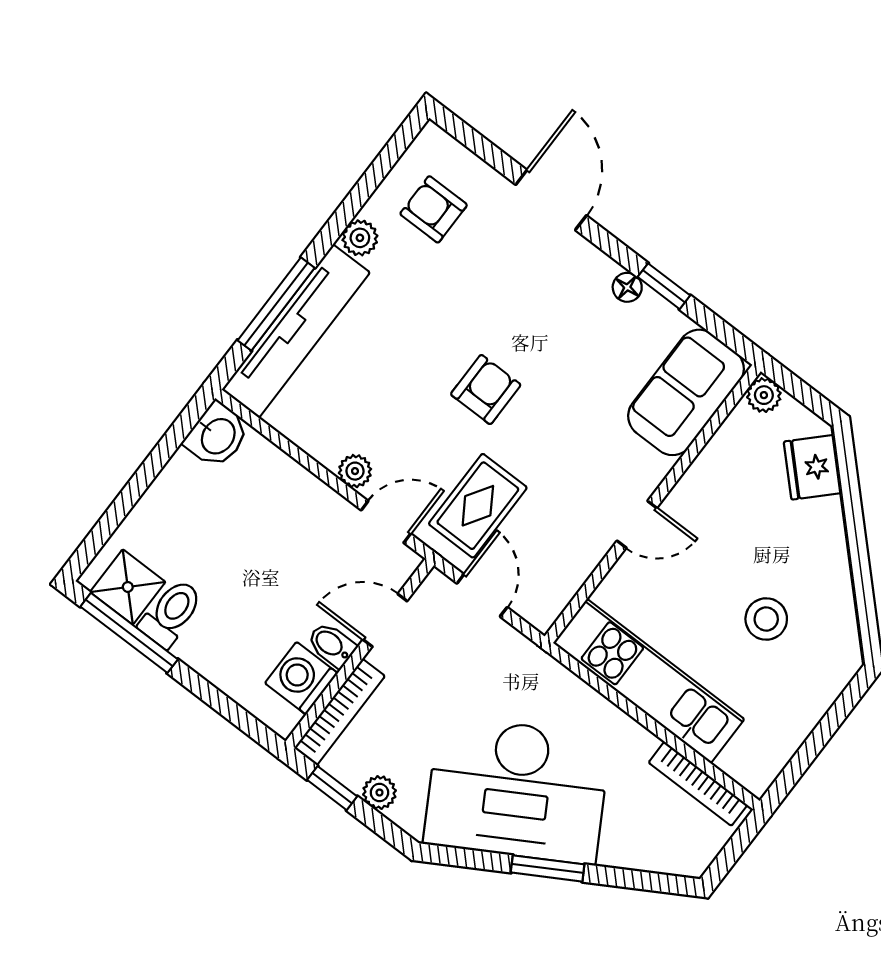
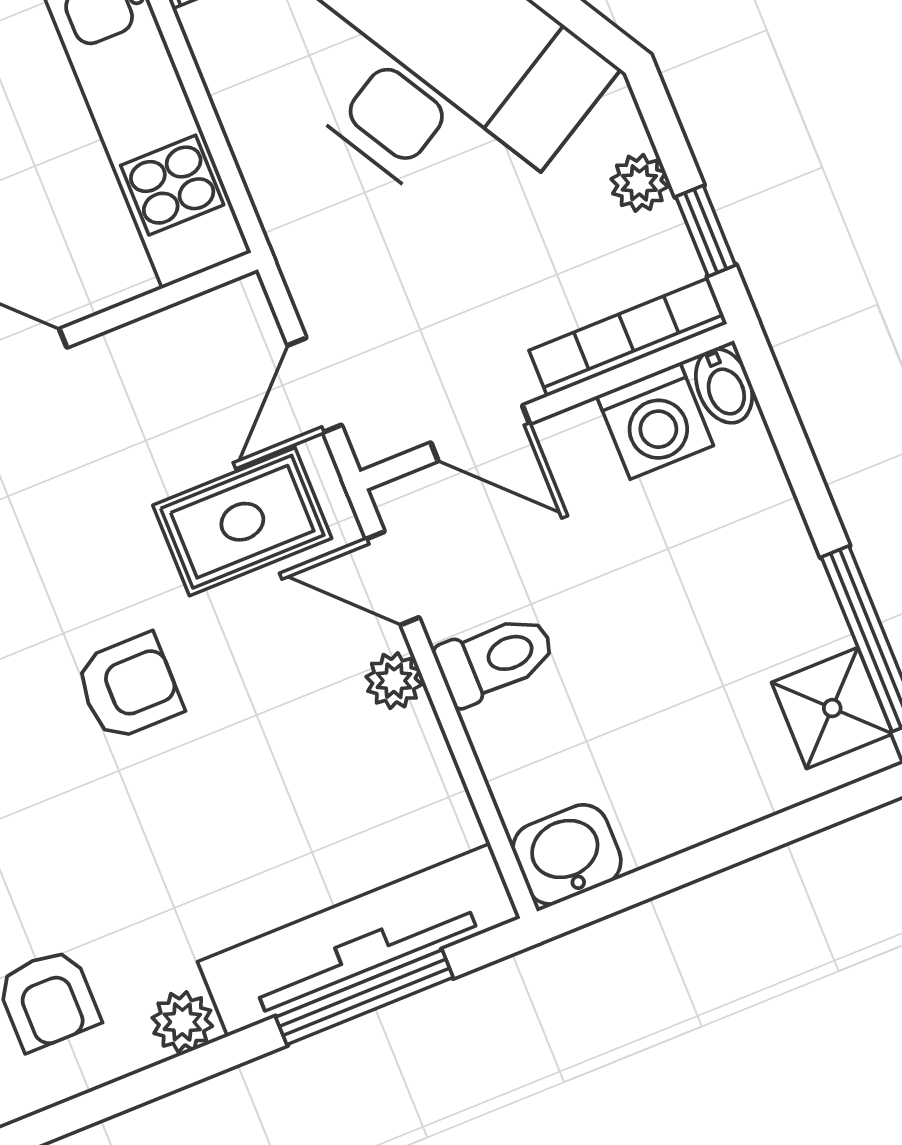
armchair: (486, 390) -> (129, 687), turned 180
toilet: (171, 613) -> (495, 659), moved, turned 180
bidet: (332, 645) -> (724, 386), moved

